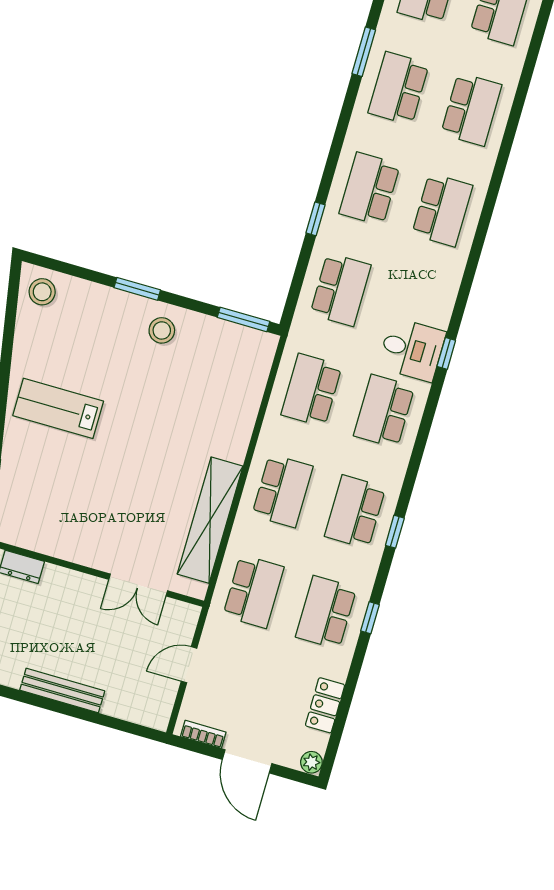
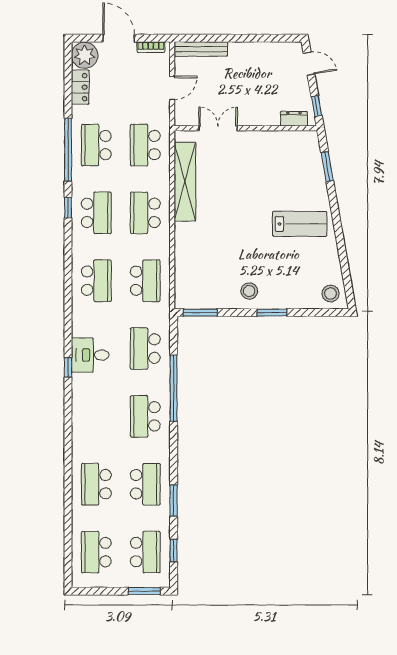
school desk: (370, 189) -> (145, 416), turned 180
school desk: (442, 210) -> (96, 416), removed
window: (316, 219) -> (174, 388), width x3.17
desk: (412, 349) -> (90, 355), moved
window: (446, 353) -> (68, 367), moved
school desk: (326, 612) -> (96, 145), turned 180
window: (370, 618) -> (68, 150), width x3.17
bench: (62, 691) -> (201, 49), moved
plant: (311, 762) -> (85, 55), width x1.88, depth x1.88

